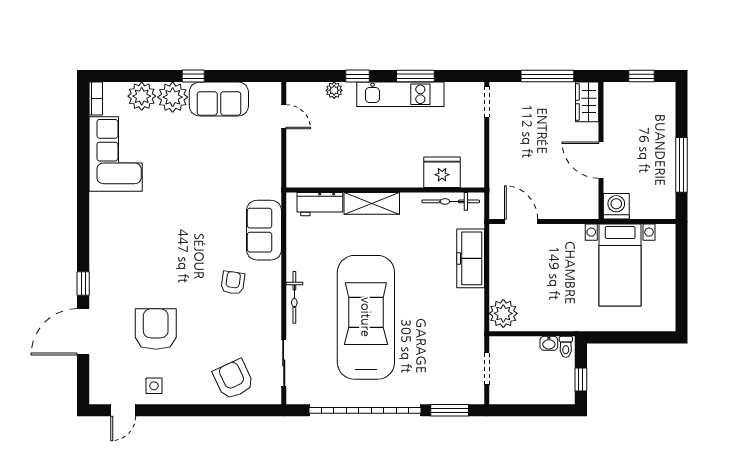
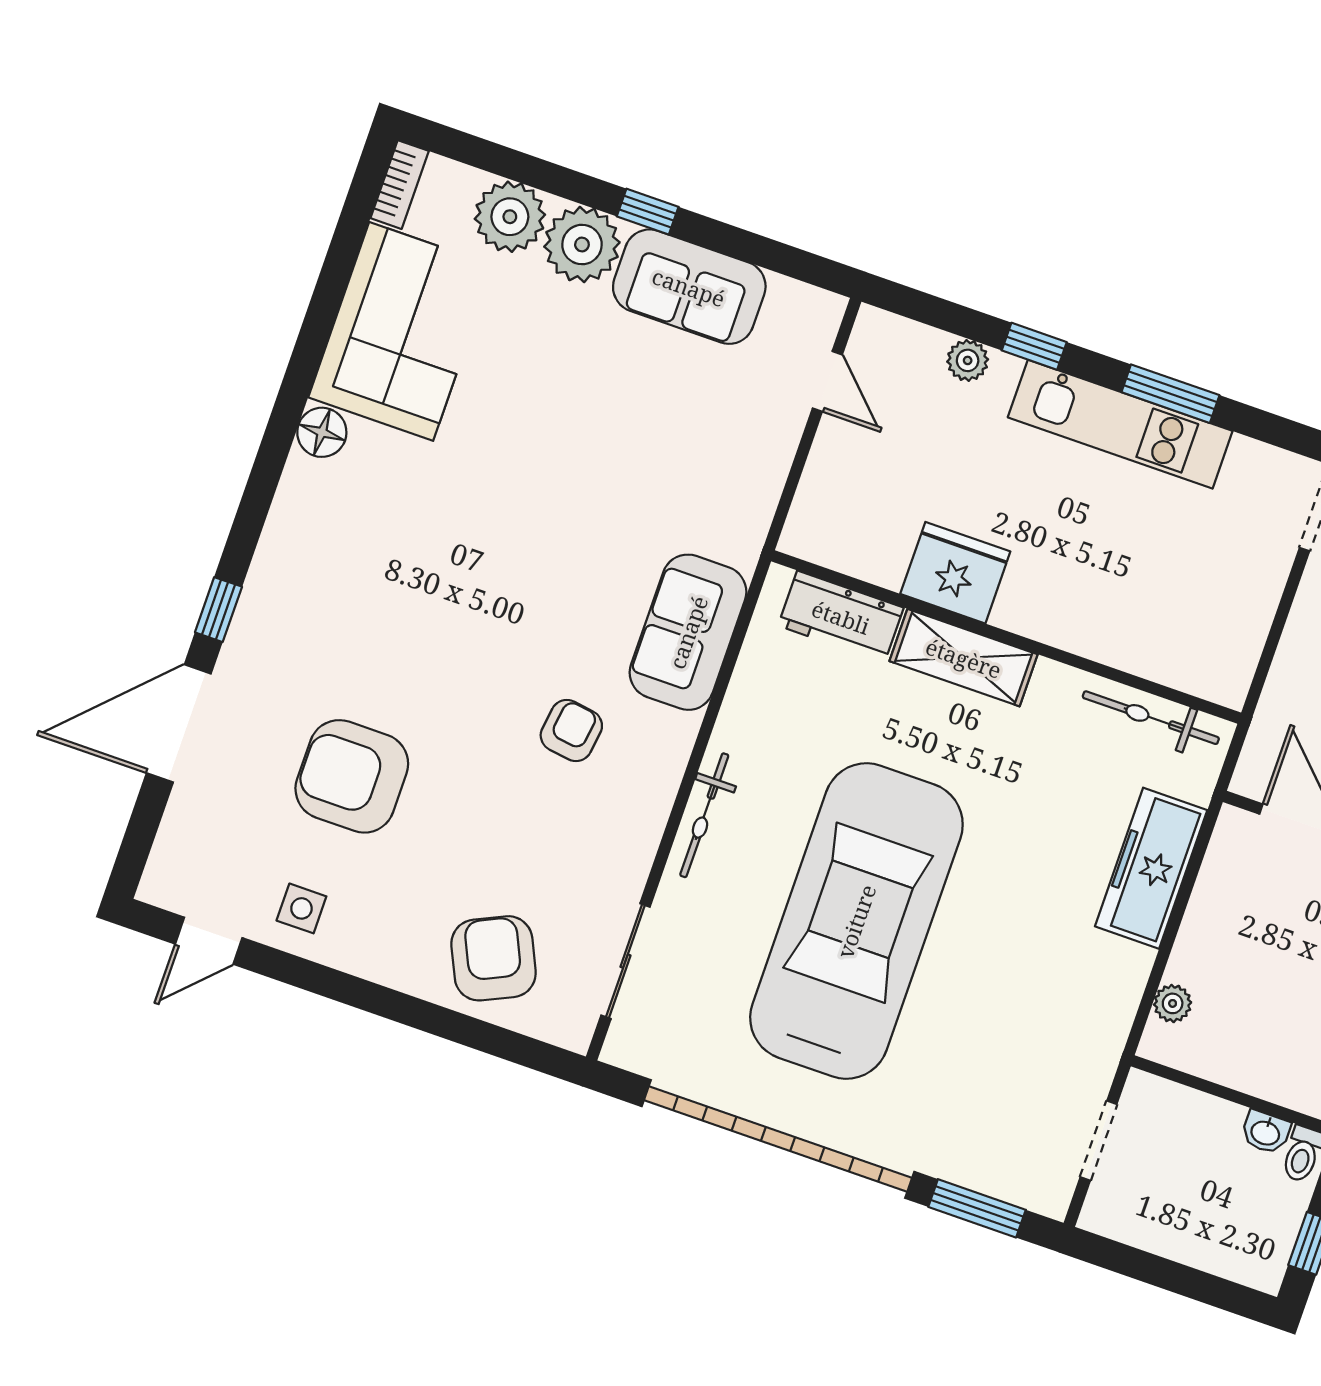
fridge: (442, 172) -> (955, 573), moved
floor lamp: (99, 203) -> (322, 432), added
plant: (503, 313) -> (1173, 1003), width x0.53, depth x0.53
armchair: (156, 329) -> (352, 776), turned -90

